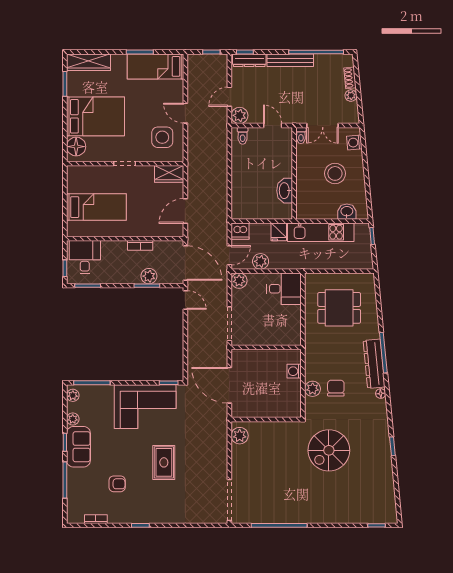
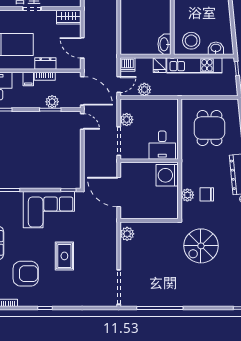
stool: (335, 173) -> (191, 41), moved
washbasin: (285, 191) -> (164, 44), moved
door: (185, 211) -> (82, 48), hinge flipped
dresser: (141, 230) -> (45, 63), added
filing cabinet: (120, 249) -> (28, 79), added
plant: (239, 281) -> (127, 120), moved
desk: (284, 289) -> (162, 145), moved, turned 90
dining table: (339, 308) -> (209, 128), turned 90
washing machine: (294, 371) -> (167, 175), width x1.89, depth x1.89
chair: (336, 388) -> (207, 194), turned -90
armchair: (117, 484) -> (26, 274), width x1.88, depth x1.88

